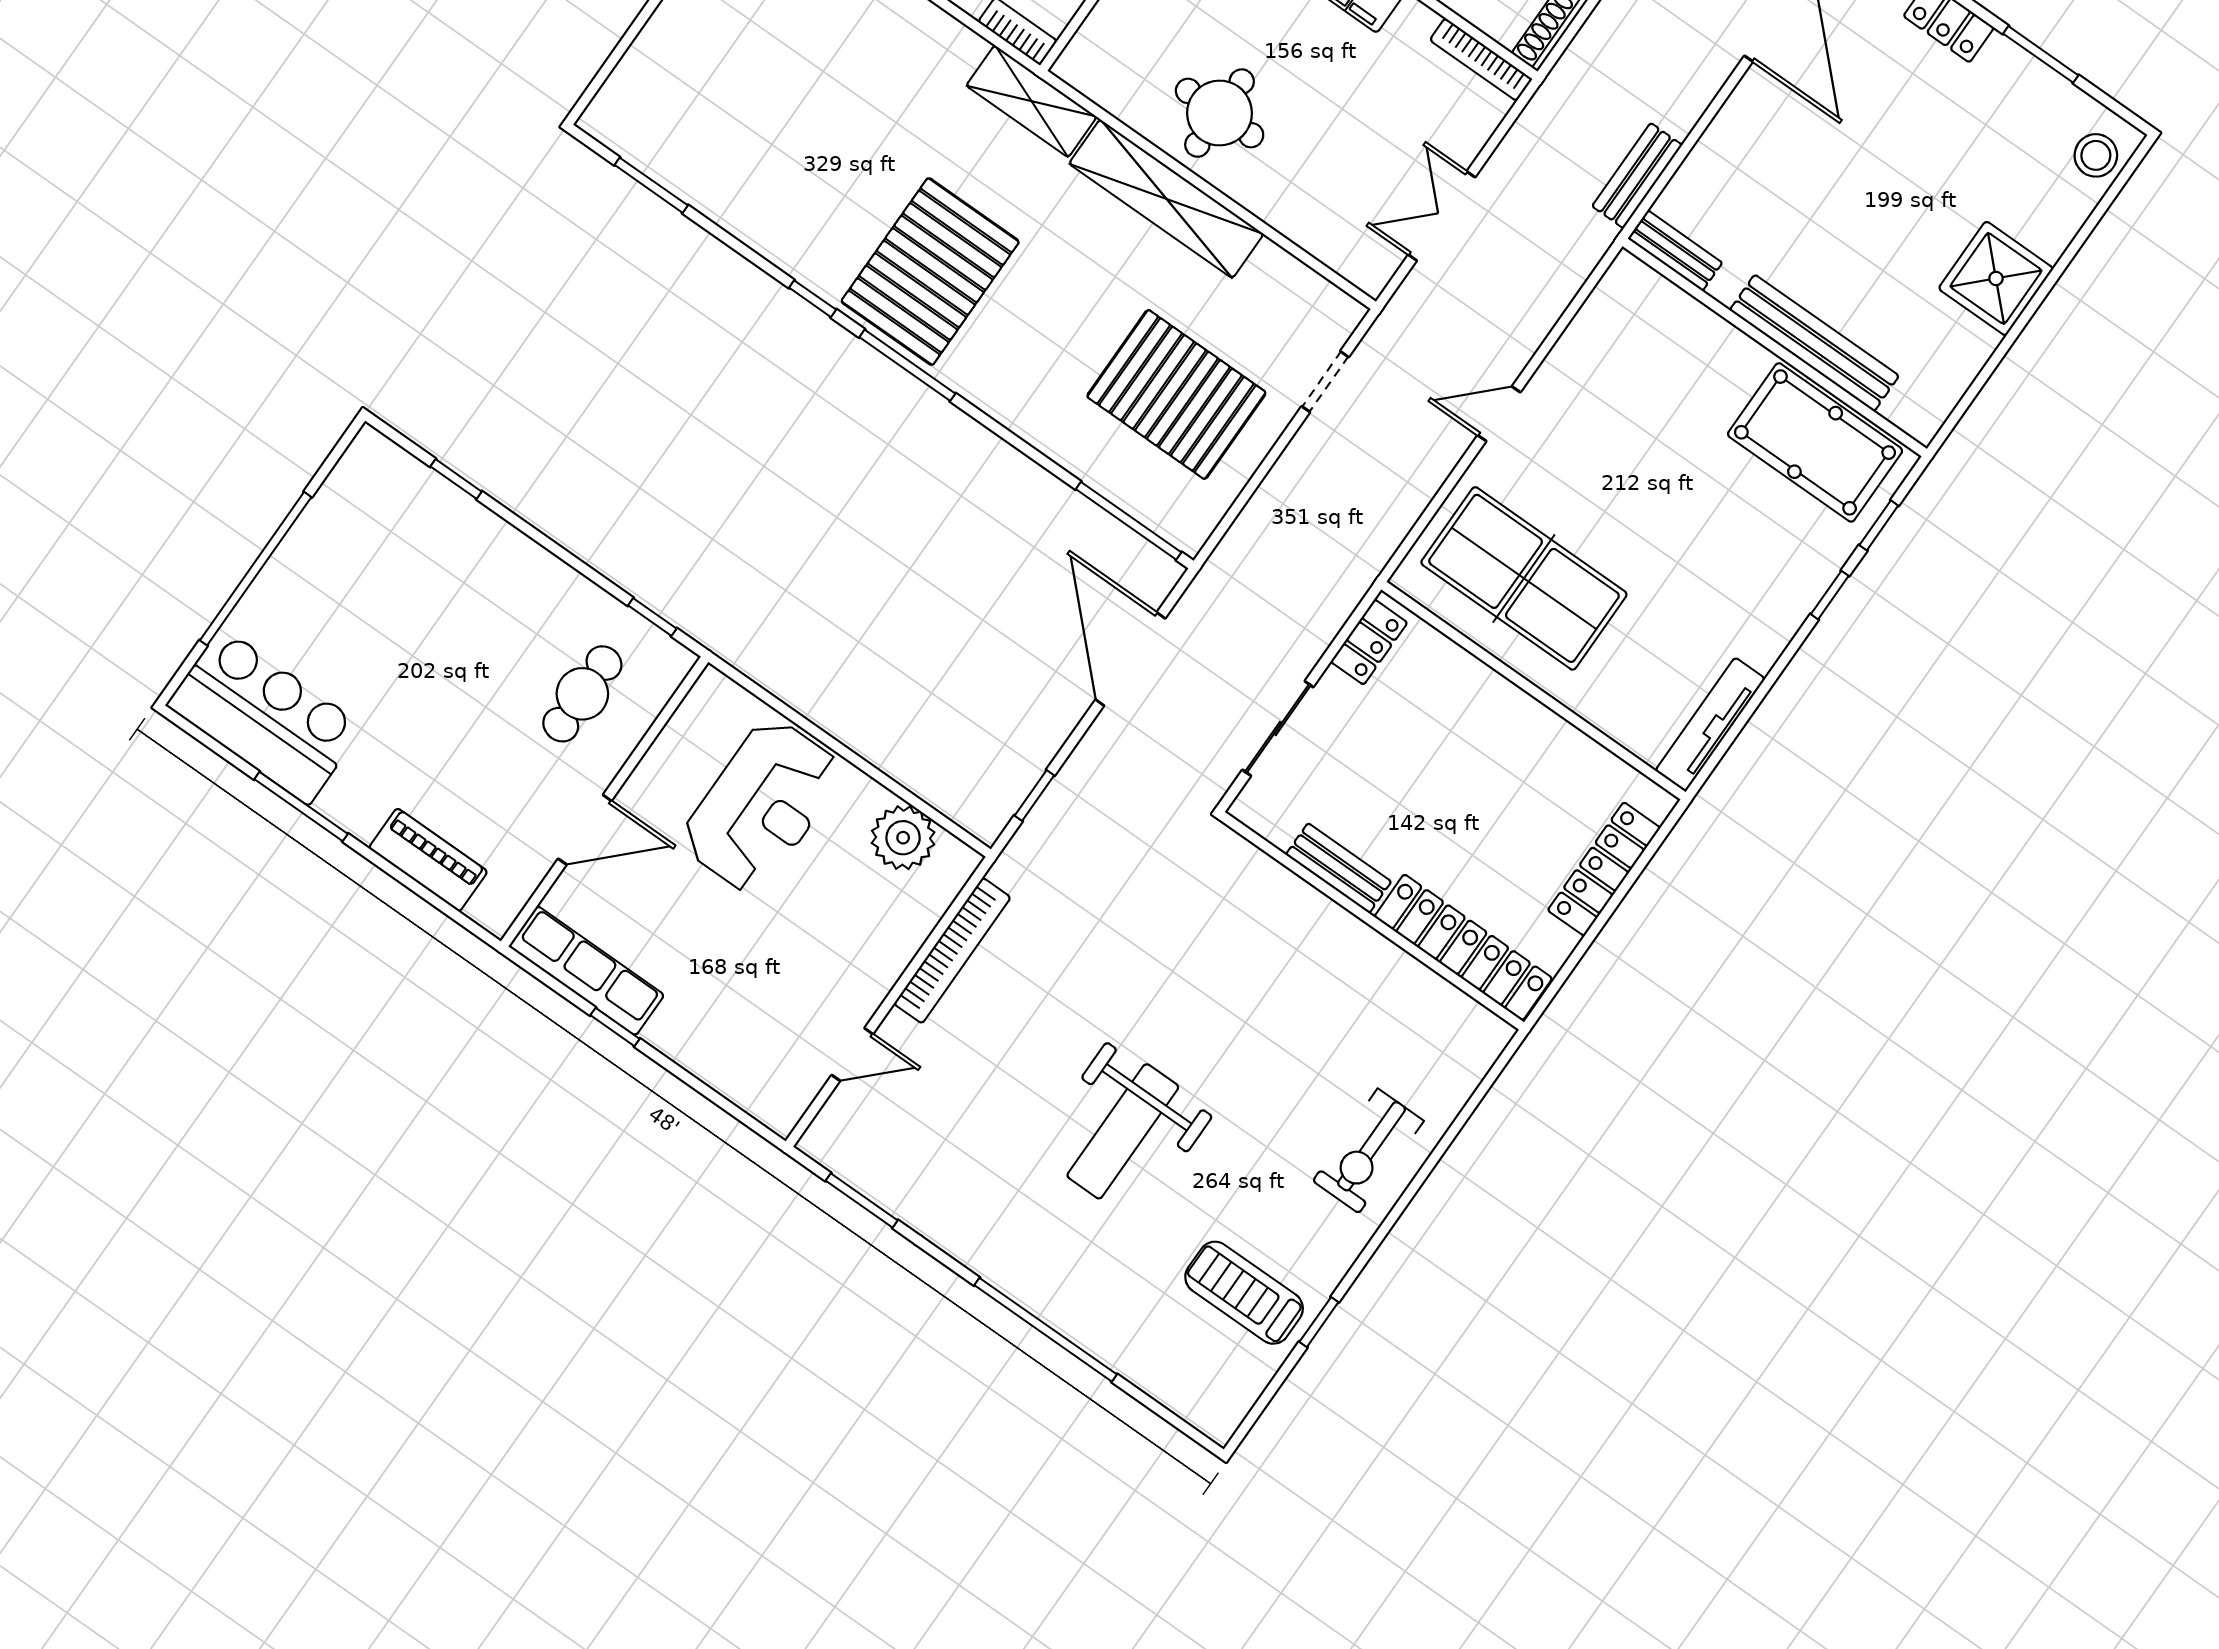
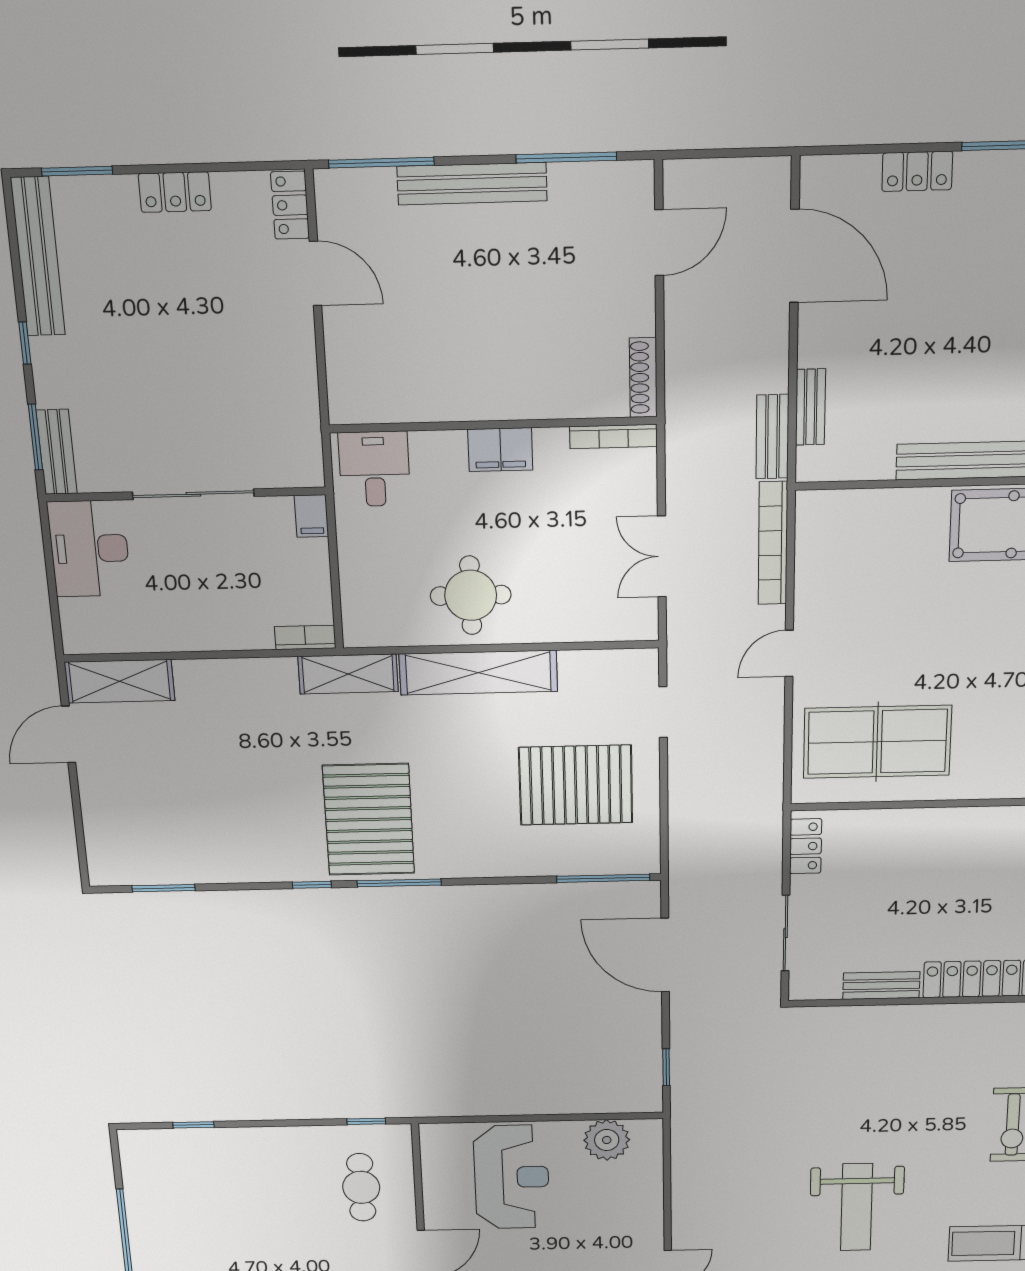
bench: (1675, 251) -> (810, 407), moved, turned 90
bookcase: (952, 951) -> (773, 543), moved, turned 180

